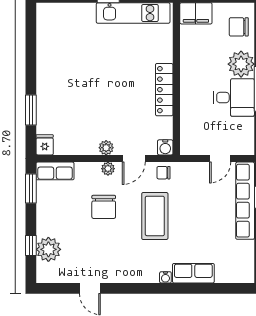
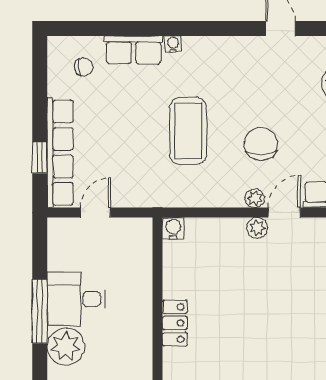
locker: (164, 90) -> (175, 323), width x0.66
door: (134, 158) -> (284, 213), moved
chair: (163, 173) -> (84, 67), moved

